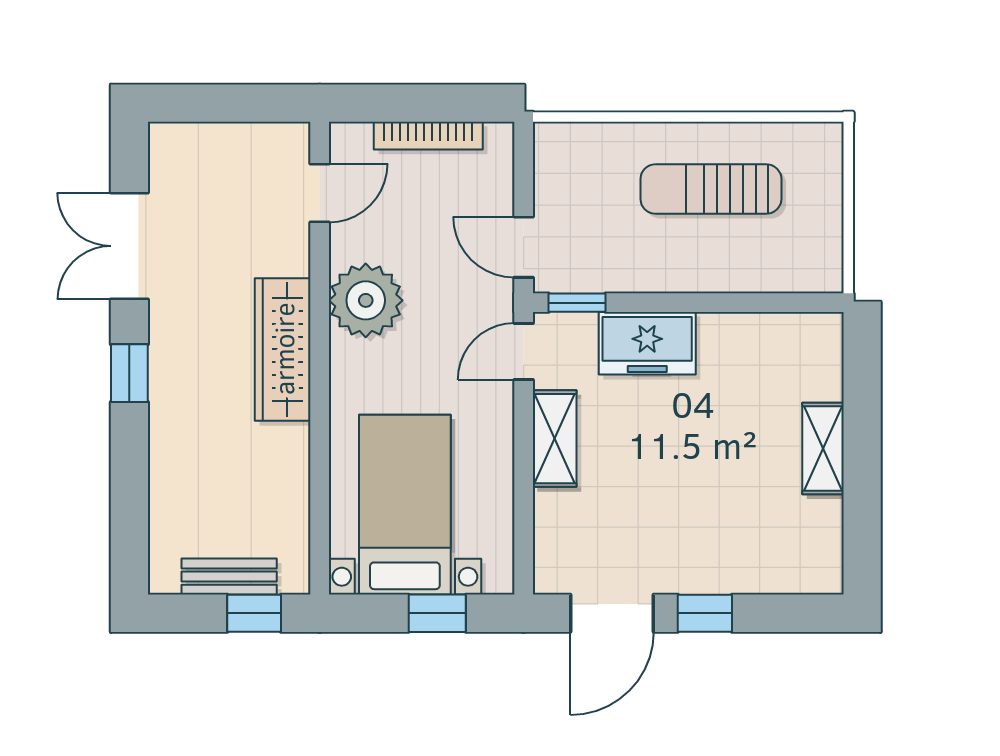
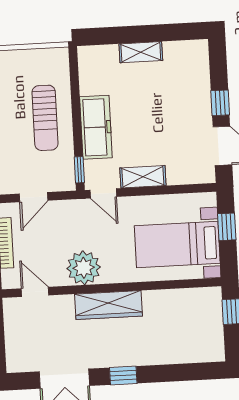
sun lounger: (711, 189) -> (45, 118), moved
door: (524, 247) -> (34, 197), moved
freezer: (647, 343) -> (96, 127), width x1.40
bench: (229, 577) -> (215, 324), removed

